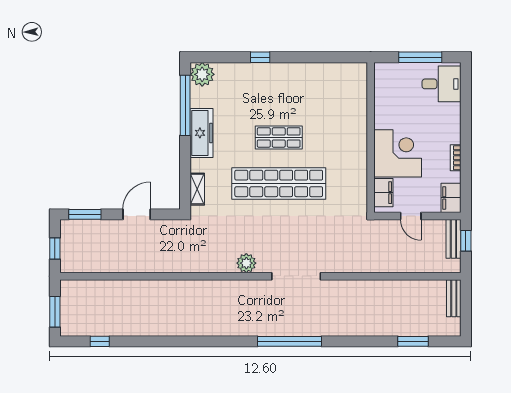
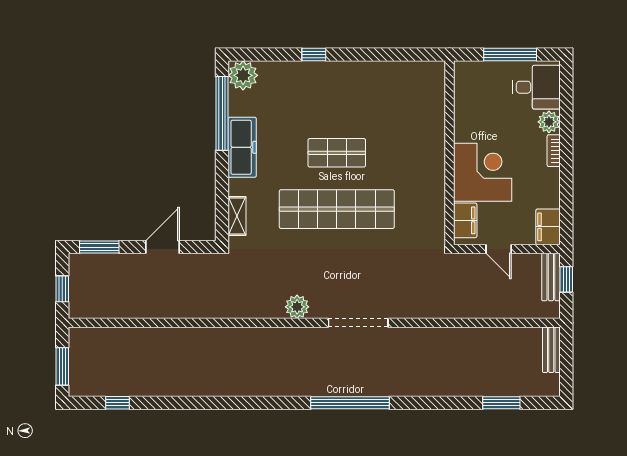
plant: (452, 112) -> (549, 122), added
bookcase: (456, 158) -> (554, 151), moved

